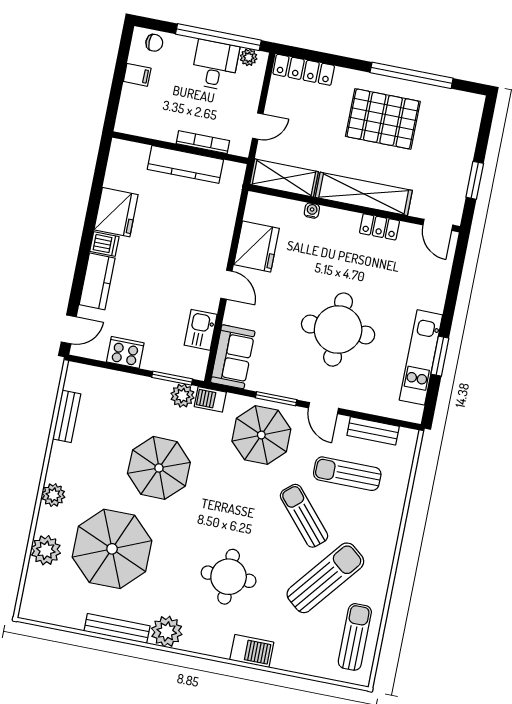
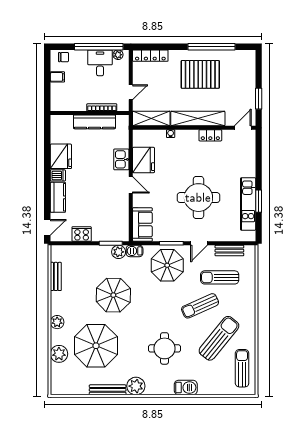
door: (438, 225) -> (243, 128), swing flipped
kitchen sink: (201, 330) -> (121, 159), moved
door: (324, 408) -> (199, 243), hinge flipped
sun lounger: (304, 516) -> (200, 306), turned -73

